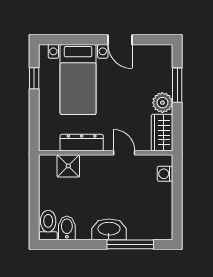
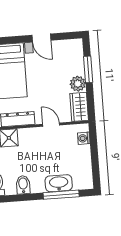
bidet: (67, 228) -> (23, 185), moved
washbasin: (109, 229) -> (59, 183), moved

